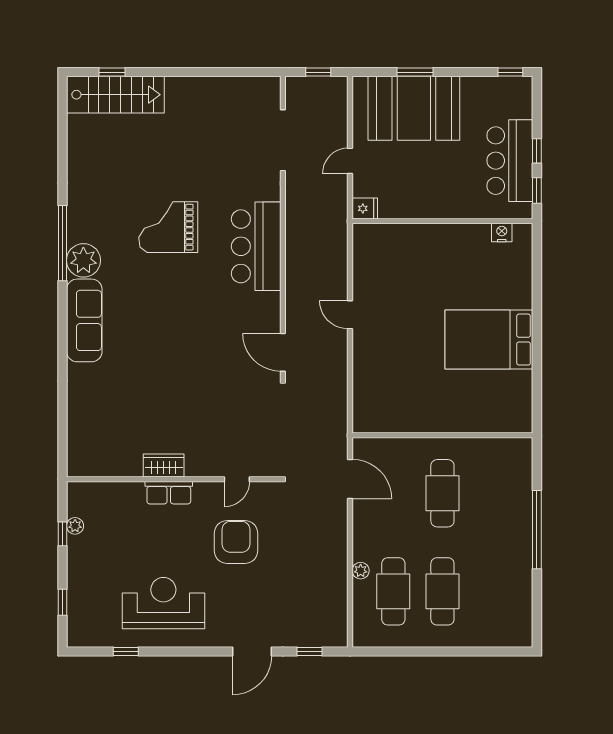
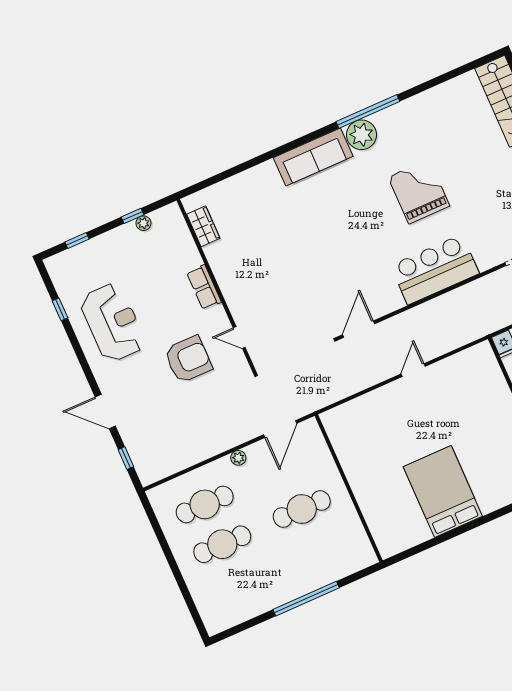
wardrobe: (164, 466) -> (203, 226), moved
plant: (361, 571) -> (238, 458), moved

